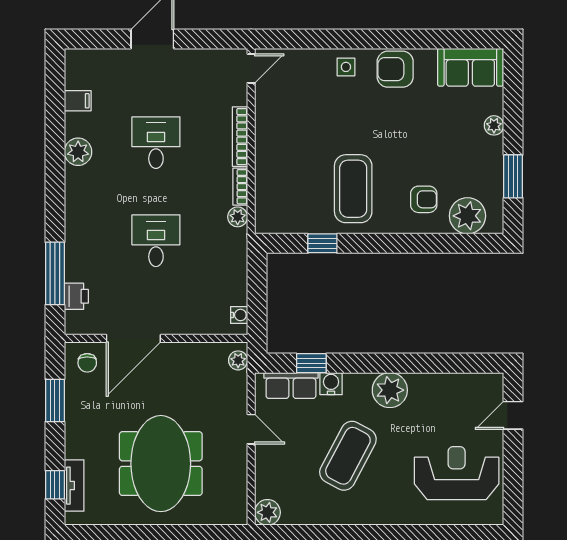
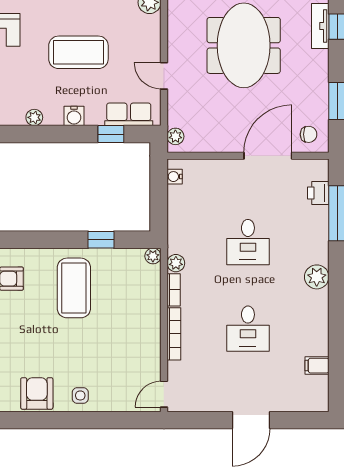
armchair: (395, 69) -> (37, 393), turned -90
plant: (78, 152) -> (317, 277), moved
plant: (264, 225) -> (153, 256), added
chair: (87, 363) -> (309, 134), turned 90
water cooler: (331, 384) -> (74, 116), moved
plant: (390, 390) -> (34, 117), width x0.53, depth x0.53
coffee table: (348, 456) -> (78, 52), turned 62

